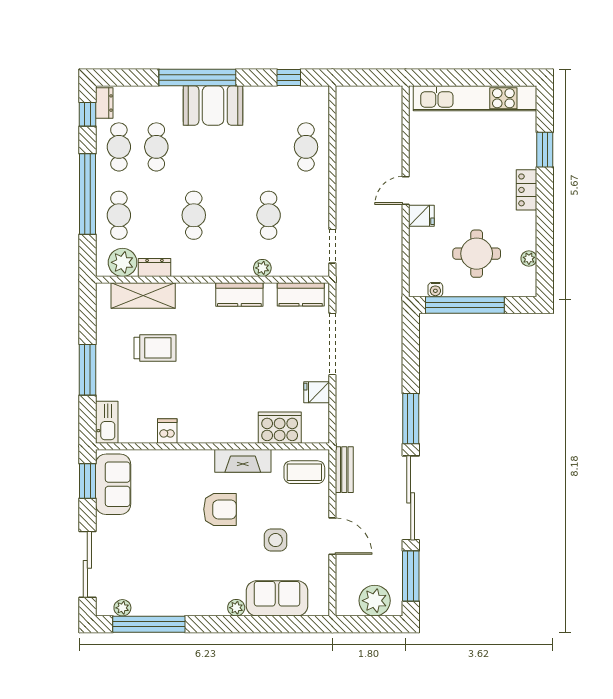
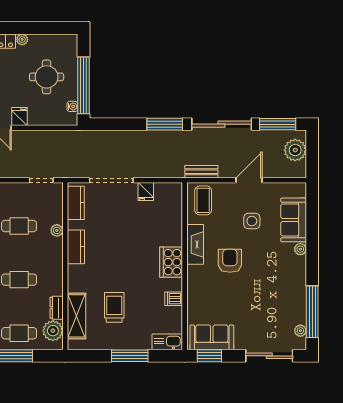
plant: (529, 259) -> (22, 39), moved
cooker: (280, 428) -> (171, 262), moved

